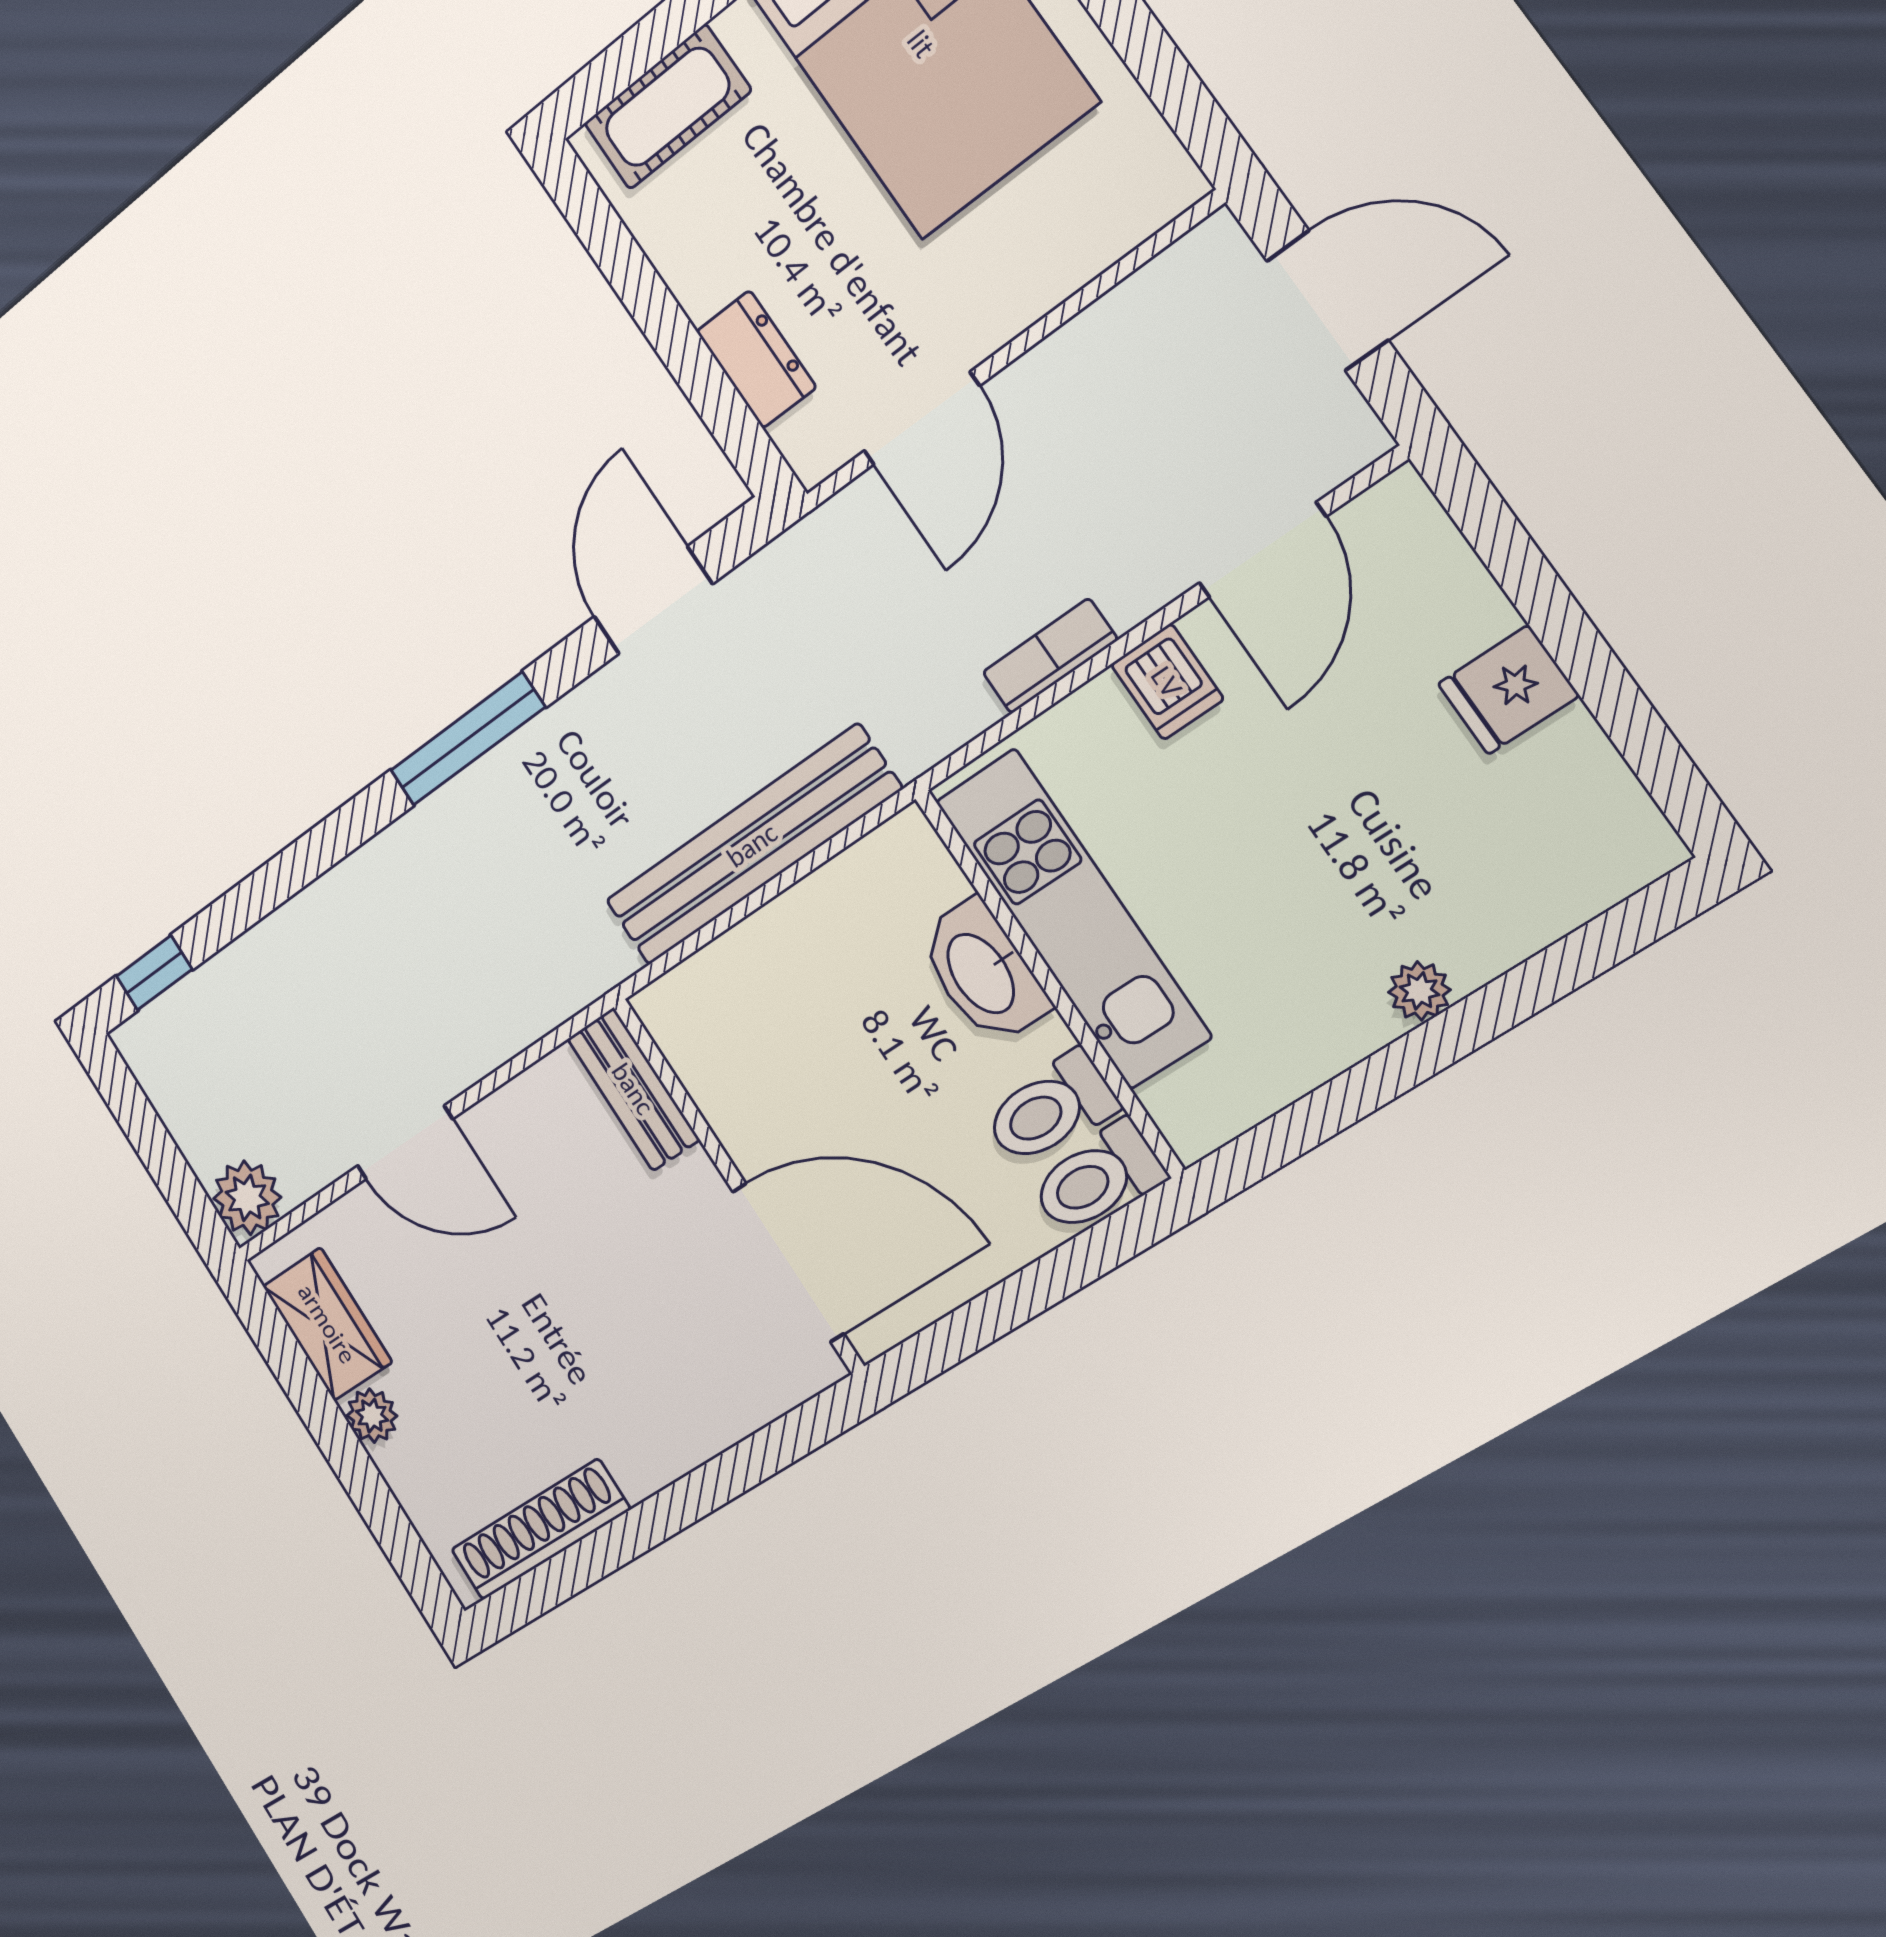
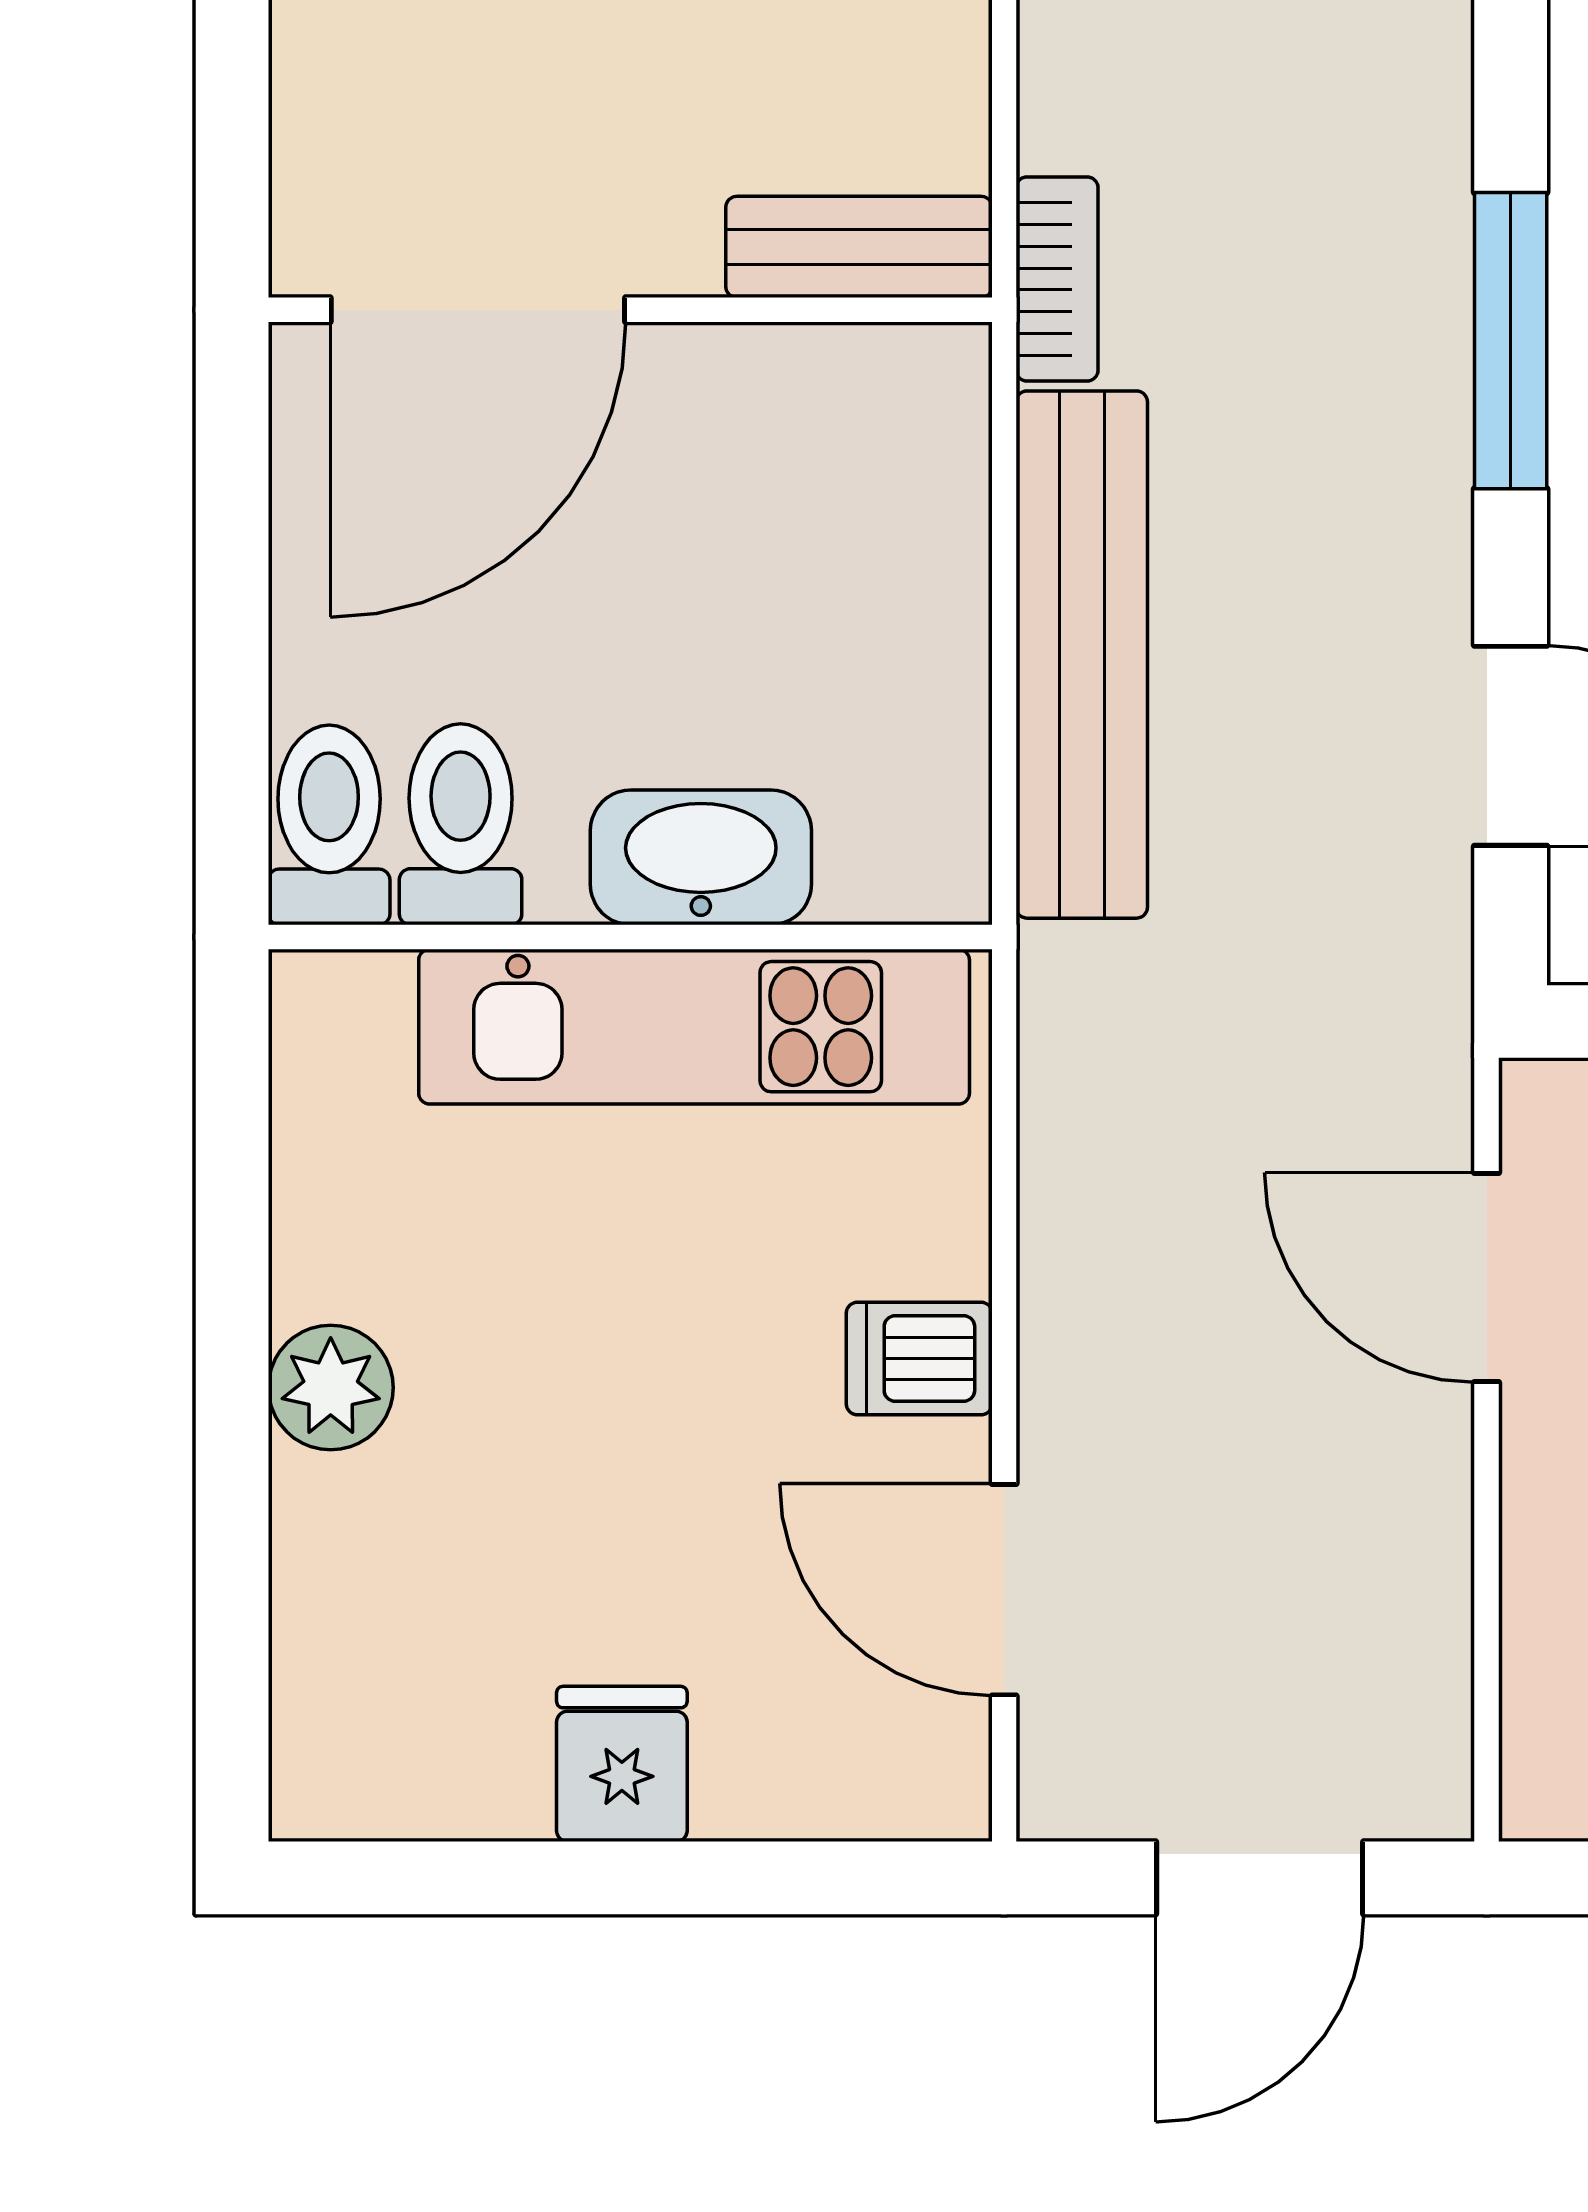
bookcase: (1050, 656) -> (1057, 279), moved
plant: (1419, 991) -> (331, 1388), width x1.38, depth x1.38

